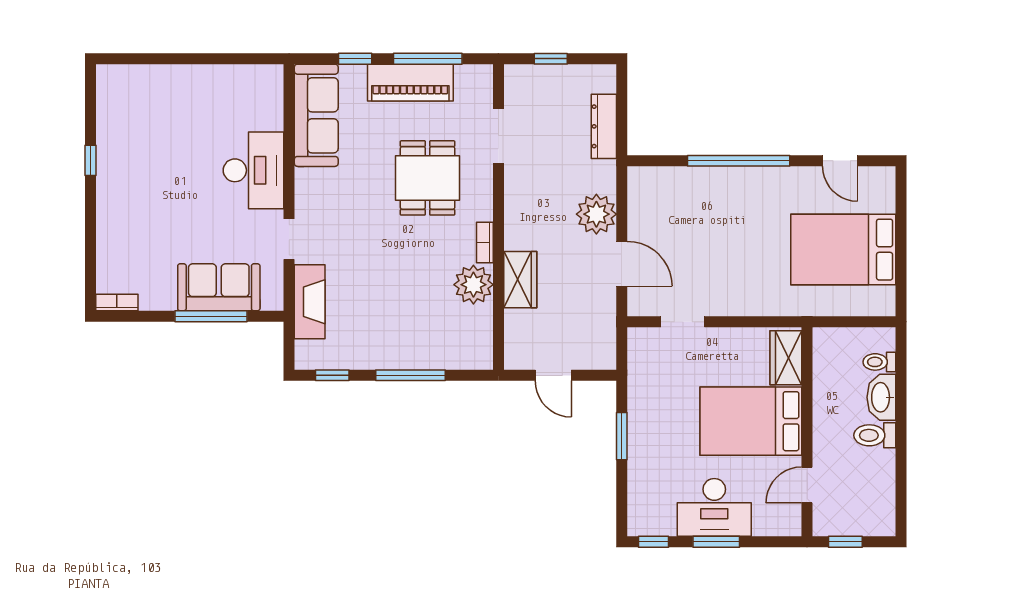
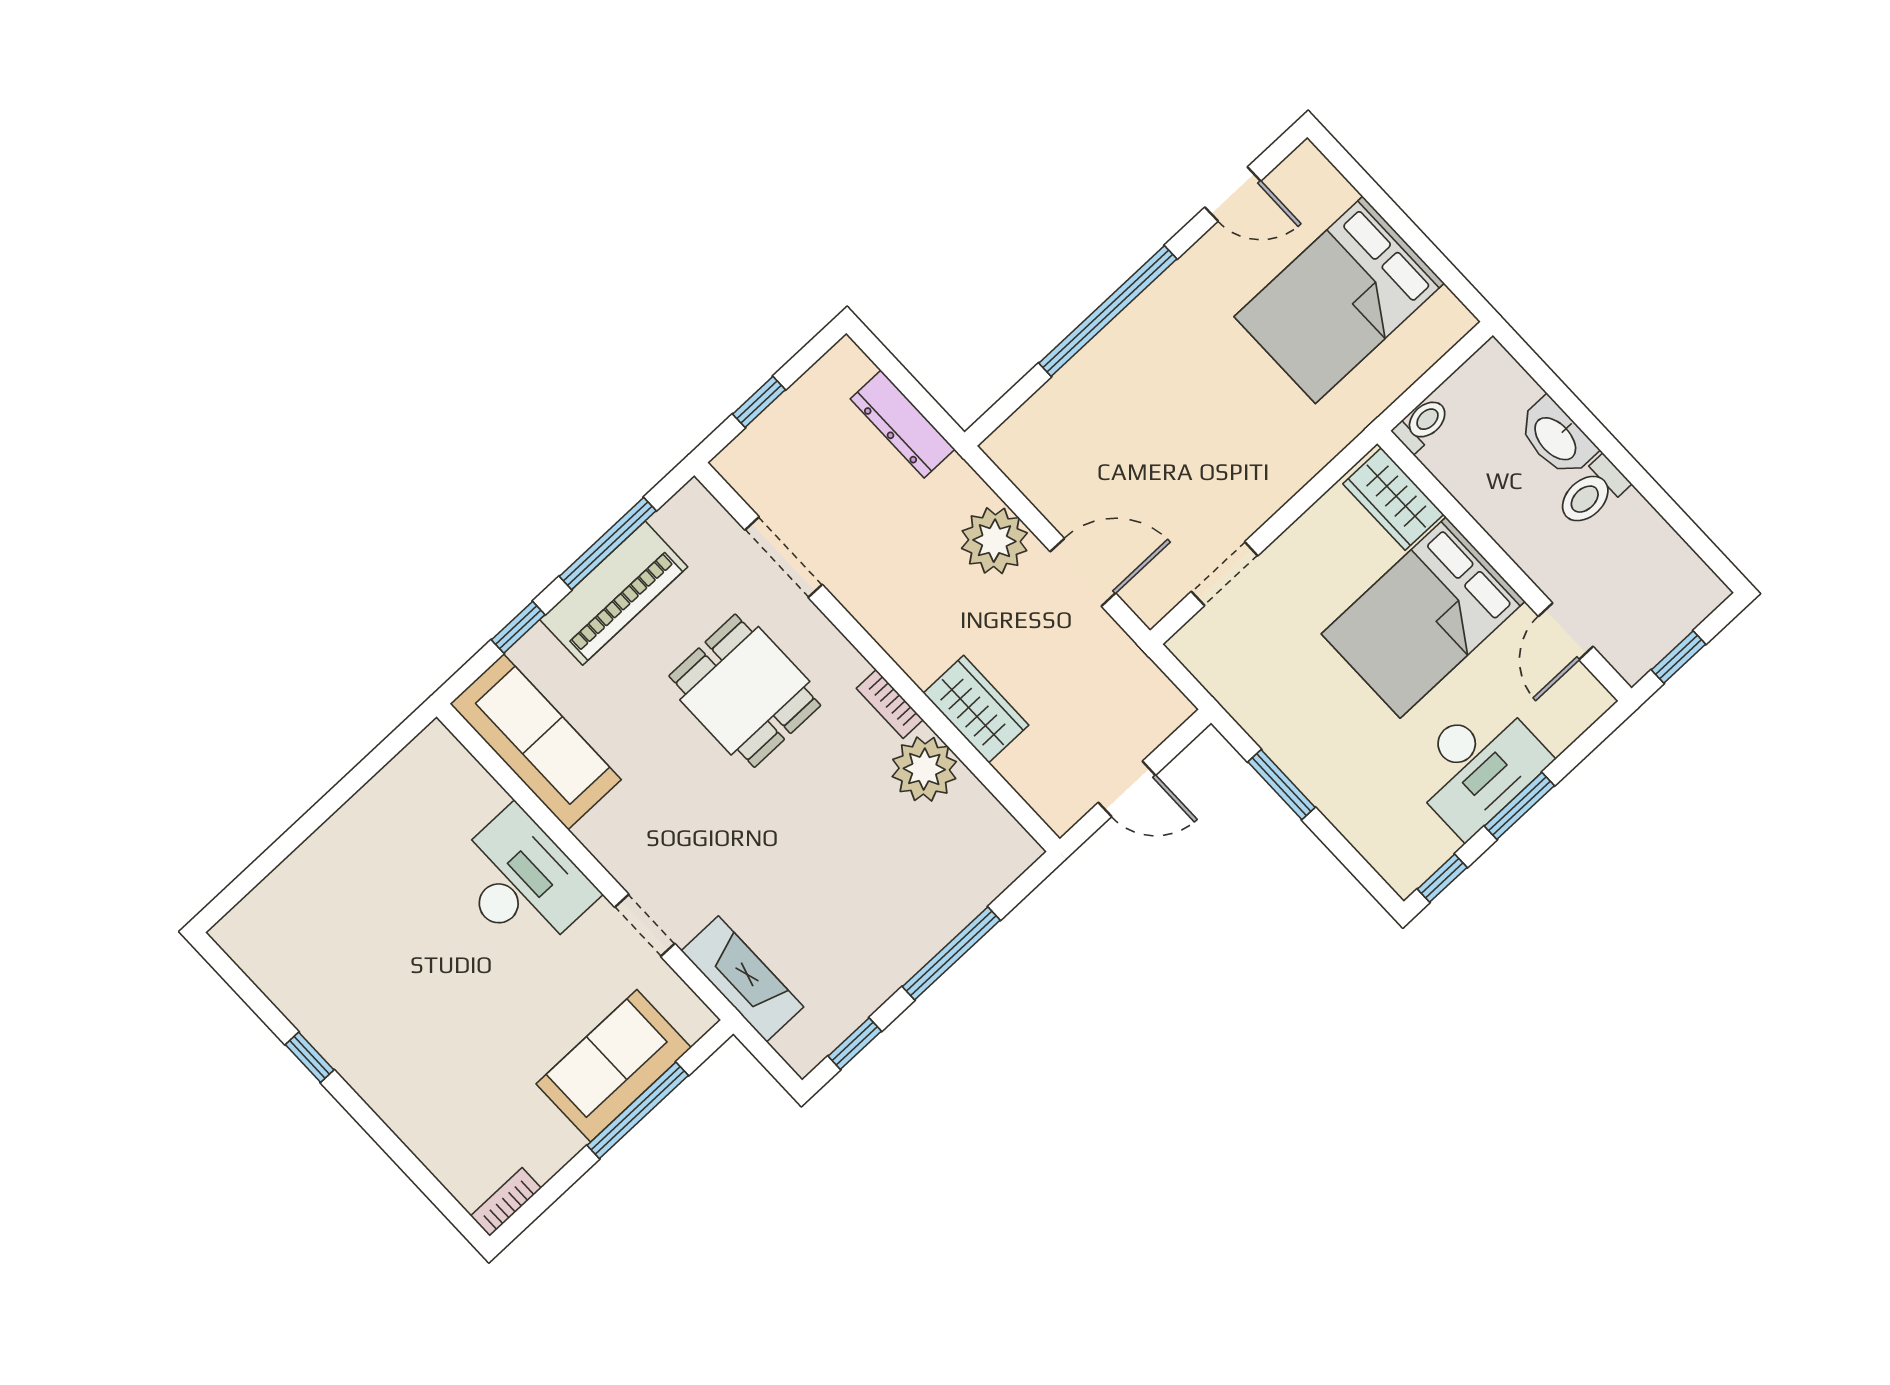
toilet: (879, 362) -> (1422, 424), moved, turned 180

